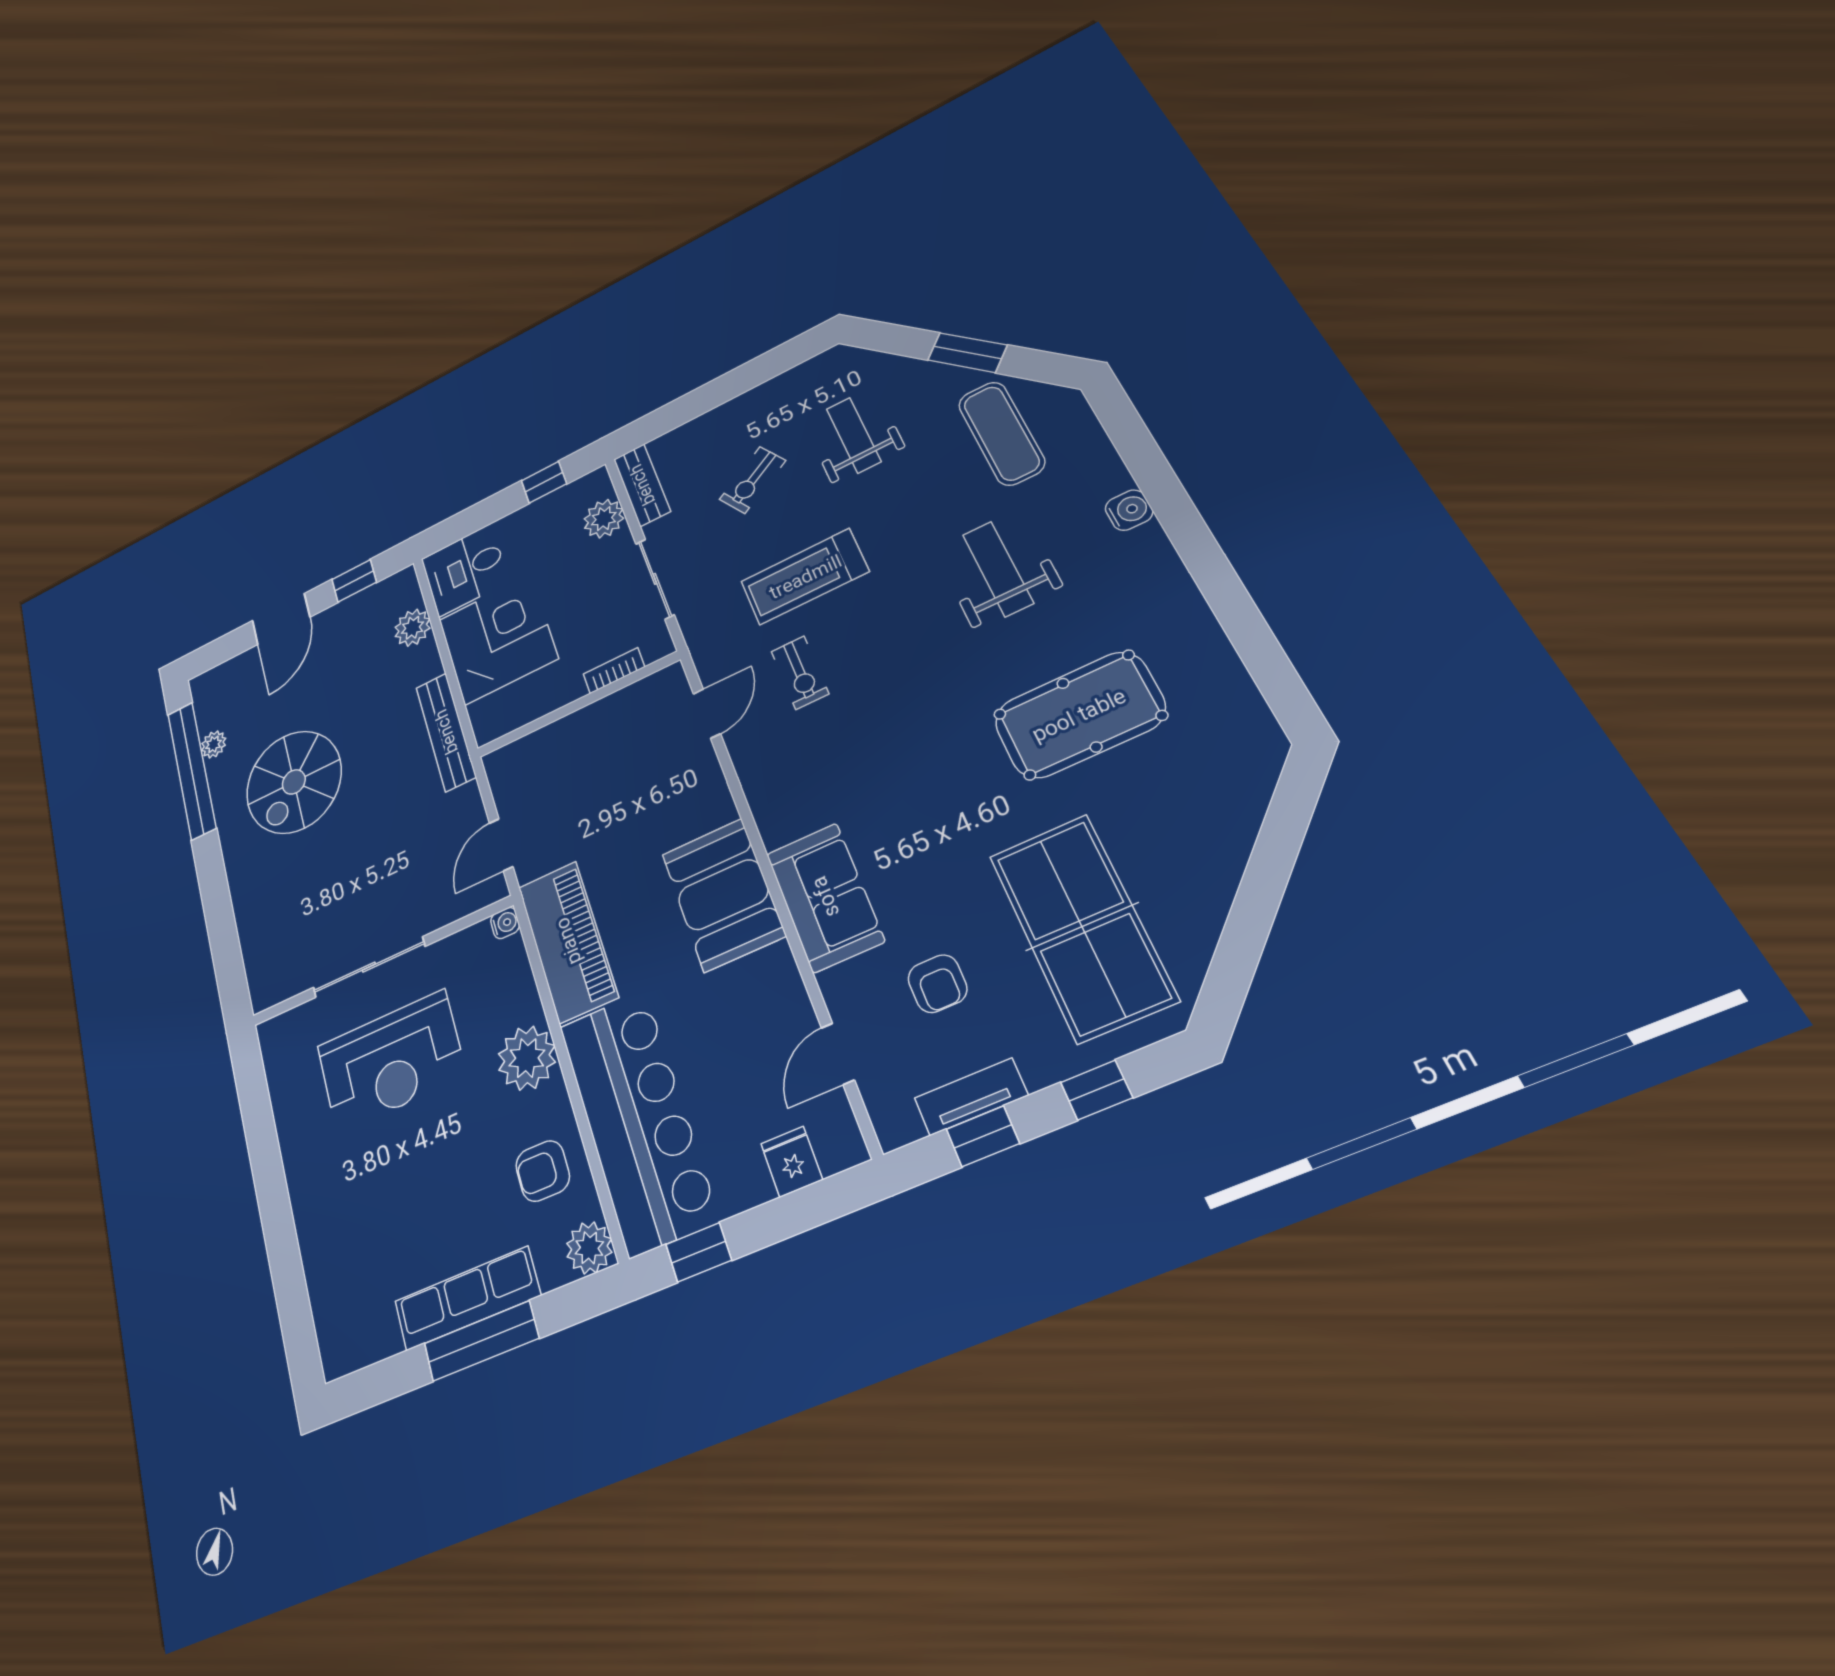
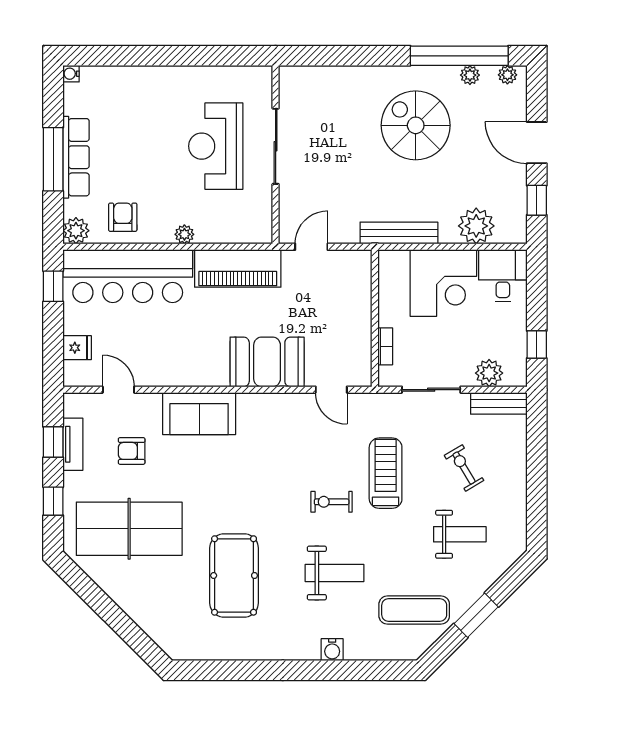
plant: (413, 628) -> (476, 226), width x1.36, depth x1.36
exercise bike: (800, 673) -> (332, 502), moved
plant: (204, 698) -> (507, 75), added
door: (501, 845) -> (311, 247), hinge flipped
booth: (723, 895) -> (267, 362), moved
water cooler: (505, 923) -> (71, 74), moved, turned 90
plant: (527, 1058) -> (184, 234), width x0.53, depth x0.53

